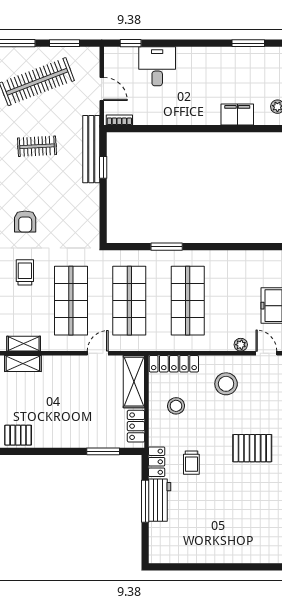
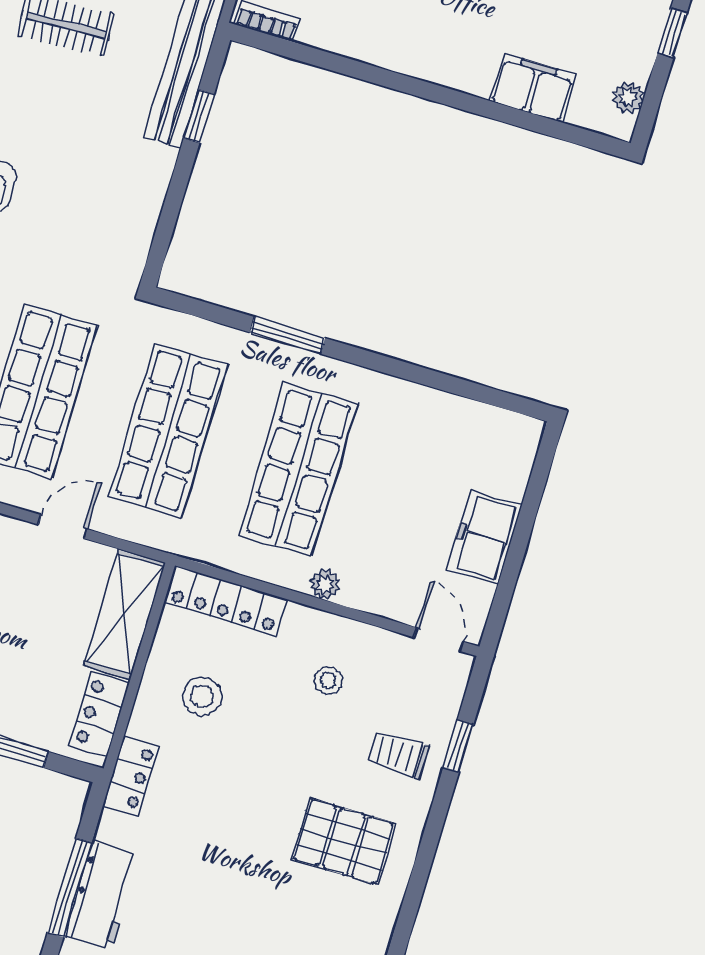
plant: (241, 345) -> (325, 585), moved
stool: (226, 384) -> (328, 680), width x0.53, depth x0.53
locker: (157, 462) -> (131, 776), moved
trolley: (191, 463) -> (398, 755), moved, turned 90

